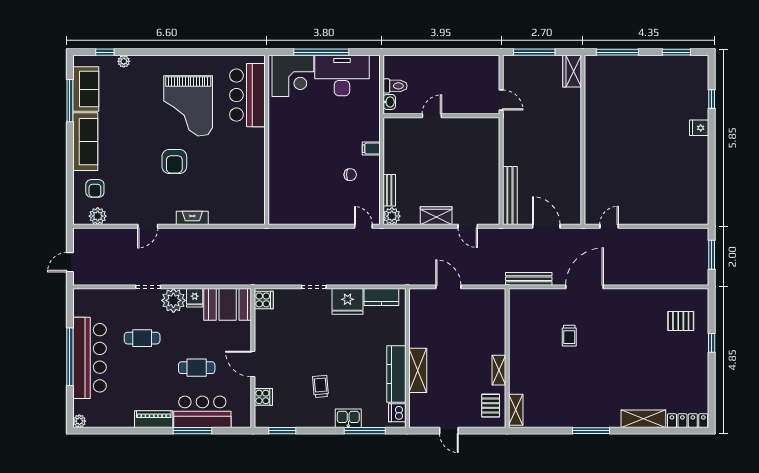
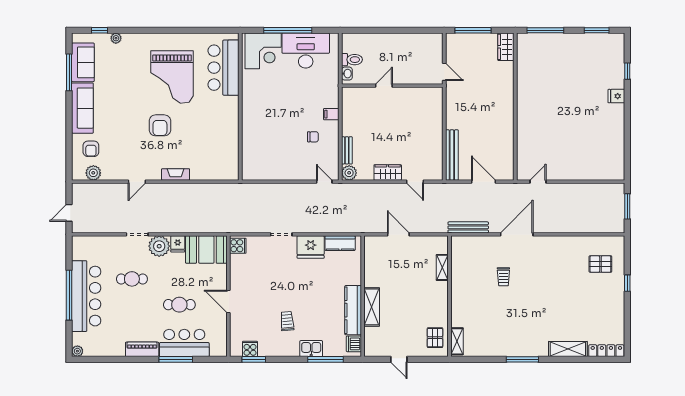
shelving: (499, 370) -> (442, 267), moved
cooker: (263, 397) -> (250, 349), moved, turned -90

